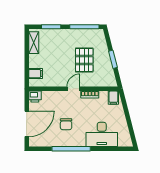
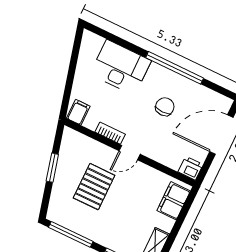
filing cabinet: (36, 74) -> (174, 201), width x2.00

